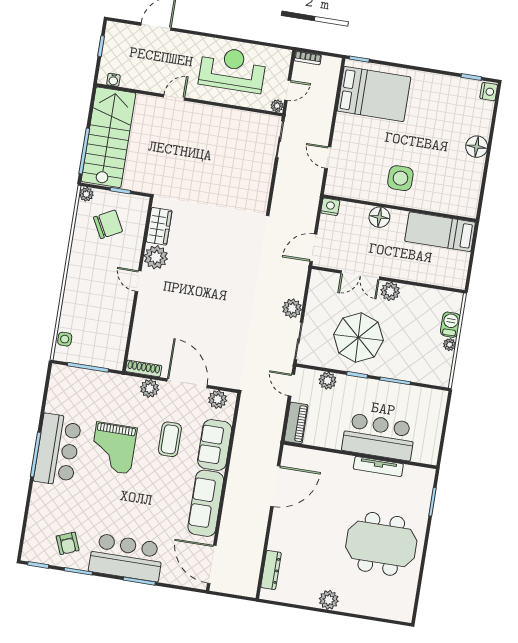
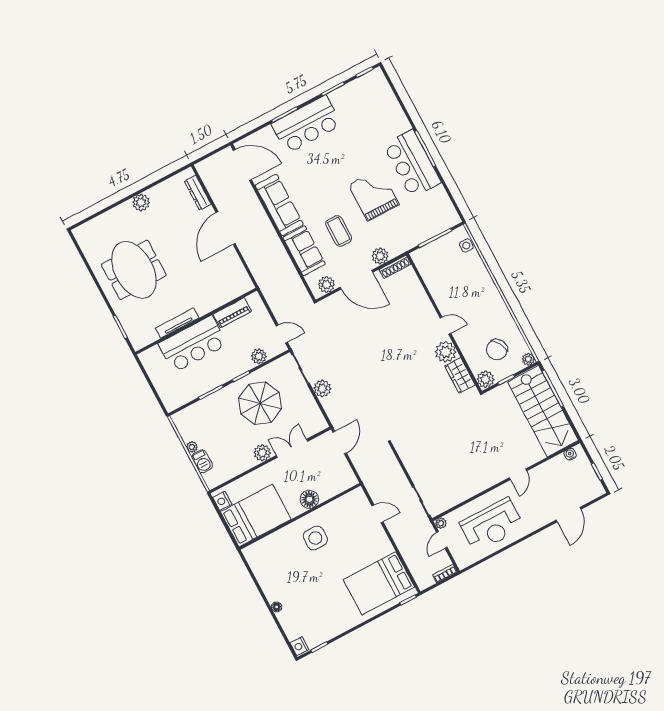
floor lamp: (477, 147) -> (277, 607), width x0.53, depth x0.53
plant: (139, 205) -> (485, 379), added
nightstand: (330, 207) -> (222, 501), moved, turned 90
bed: (440, 232) -> (256, 516), width x1.50
piano: (296, 423) -> (232, 313), moved, turned -90
door: (275, 486) -> (226, 228), moved
armchair: (68, 543) -> (355, 103), removed
meeting table: (381, 544) -> (134, 270), turned 90

